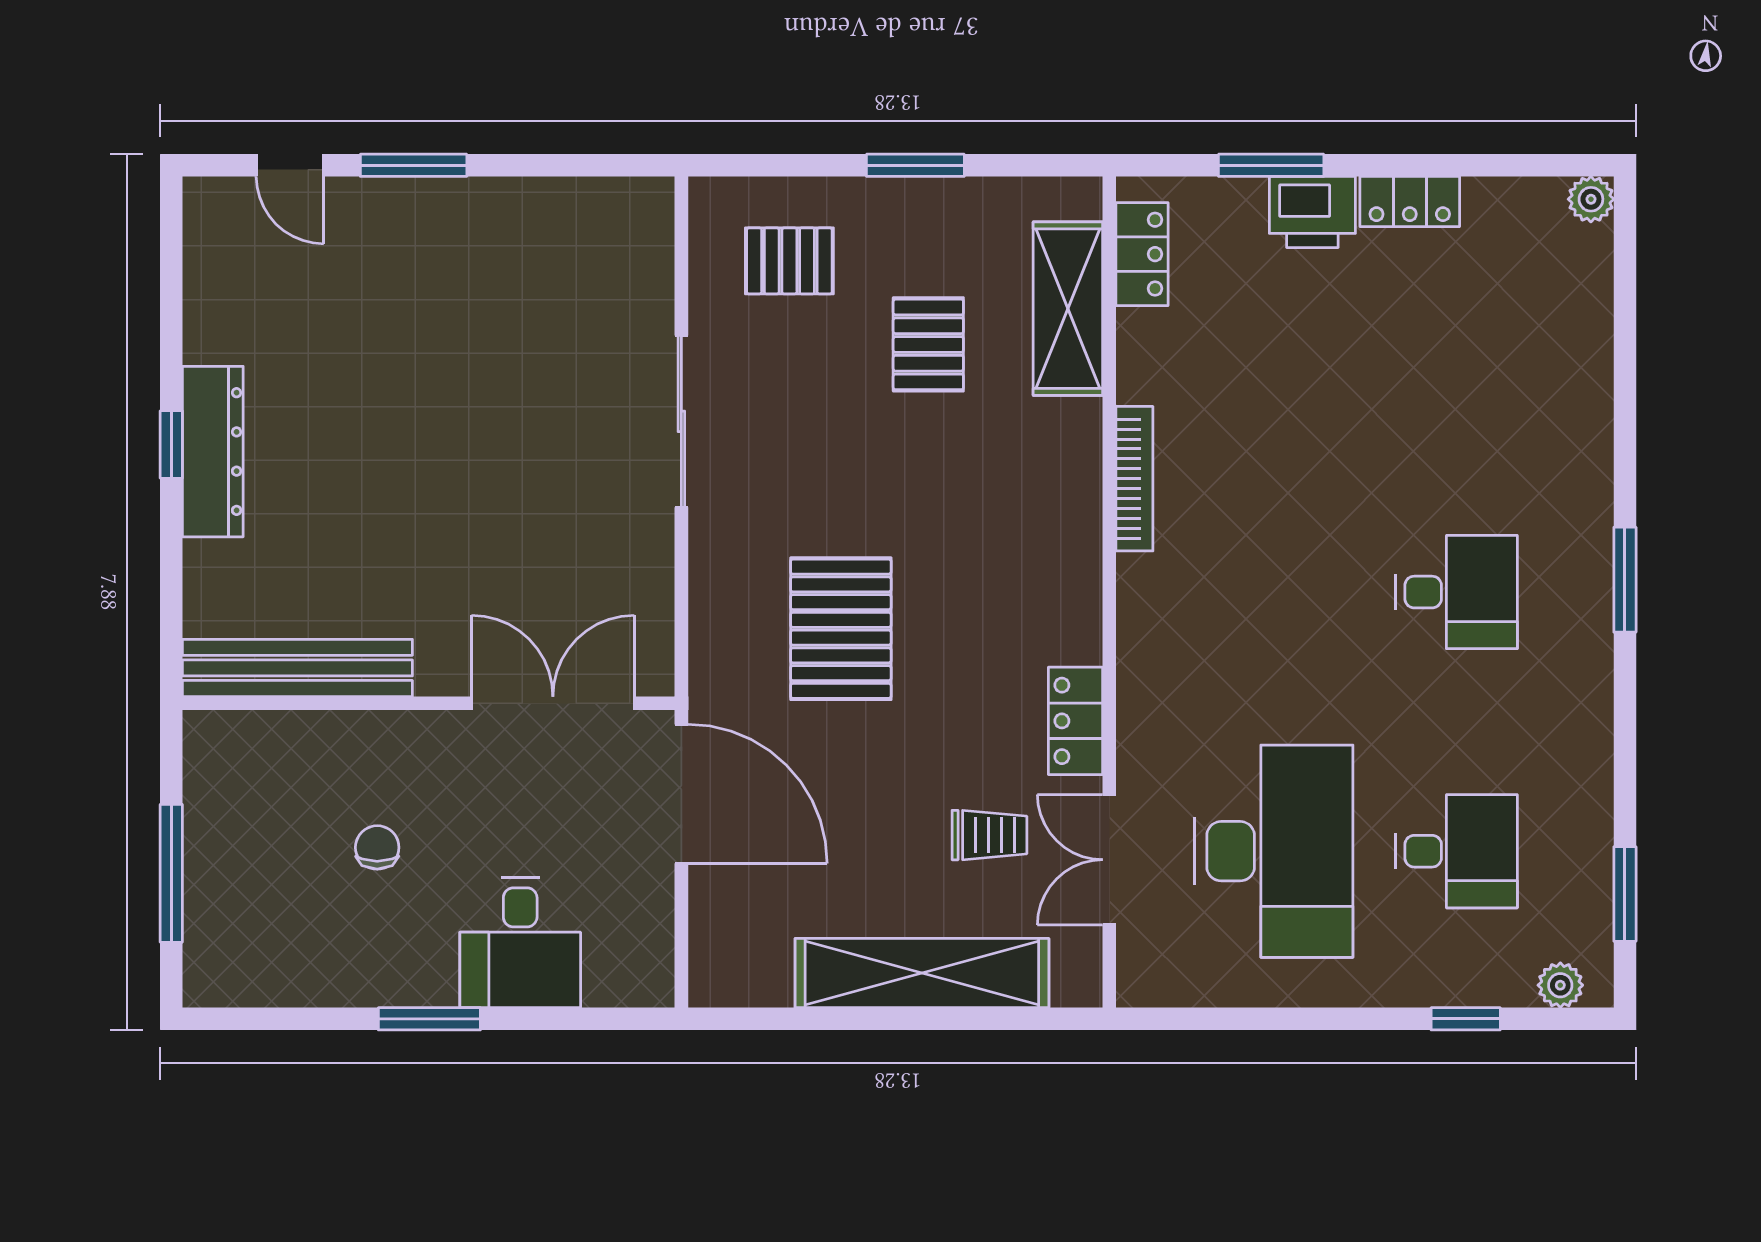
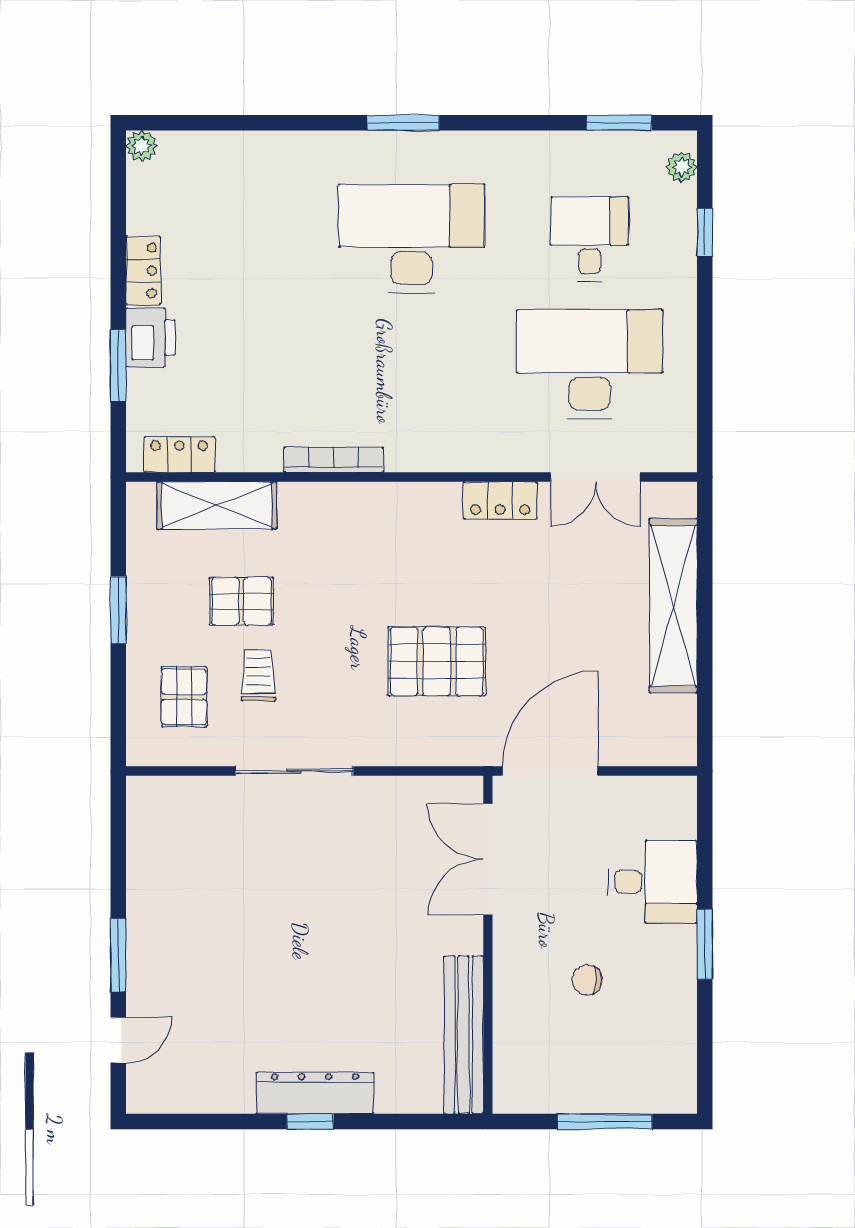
desk: (1456, 592) -> (412, 239), width x1.87, depth x1.30
trolley: (989, 835) -> (258, 675), moved

